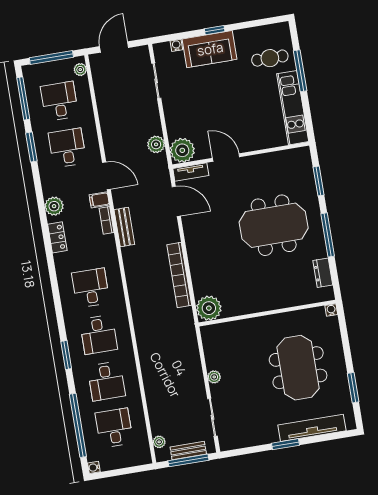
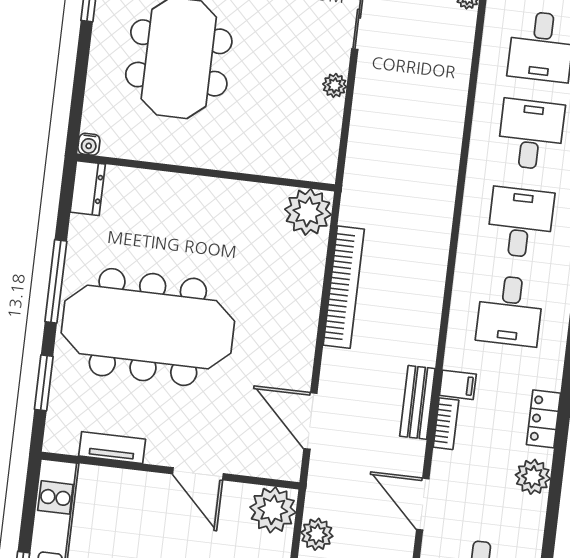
tv unit: (191, 172) -> (112, 448), moved
filing cabinet: (99, 200) -> (458, 385), moved
meeting table: (274, 225) -> (148, 327), width x1.36
dresser: (323, 273) -> (88, 188), moved

